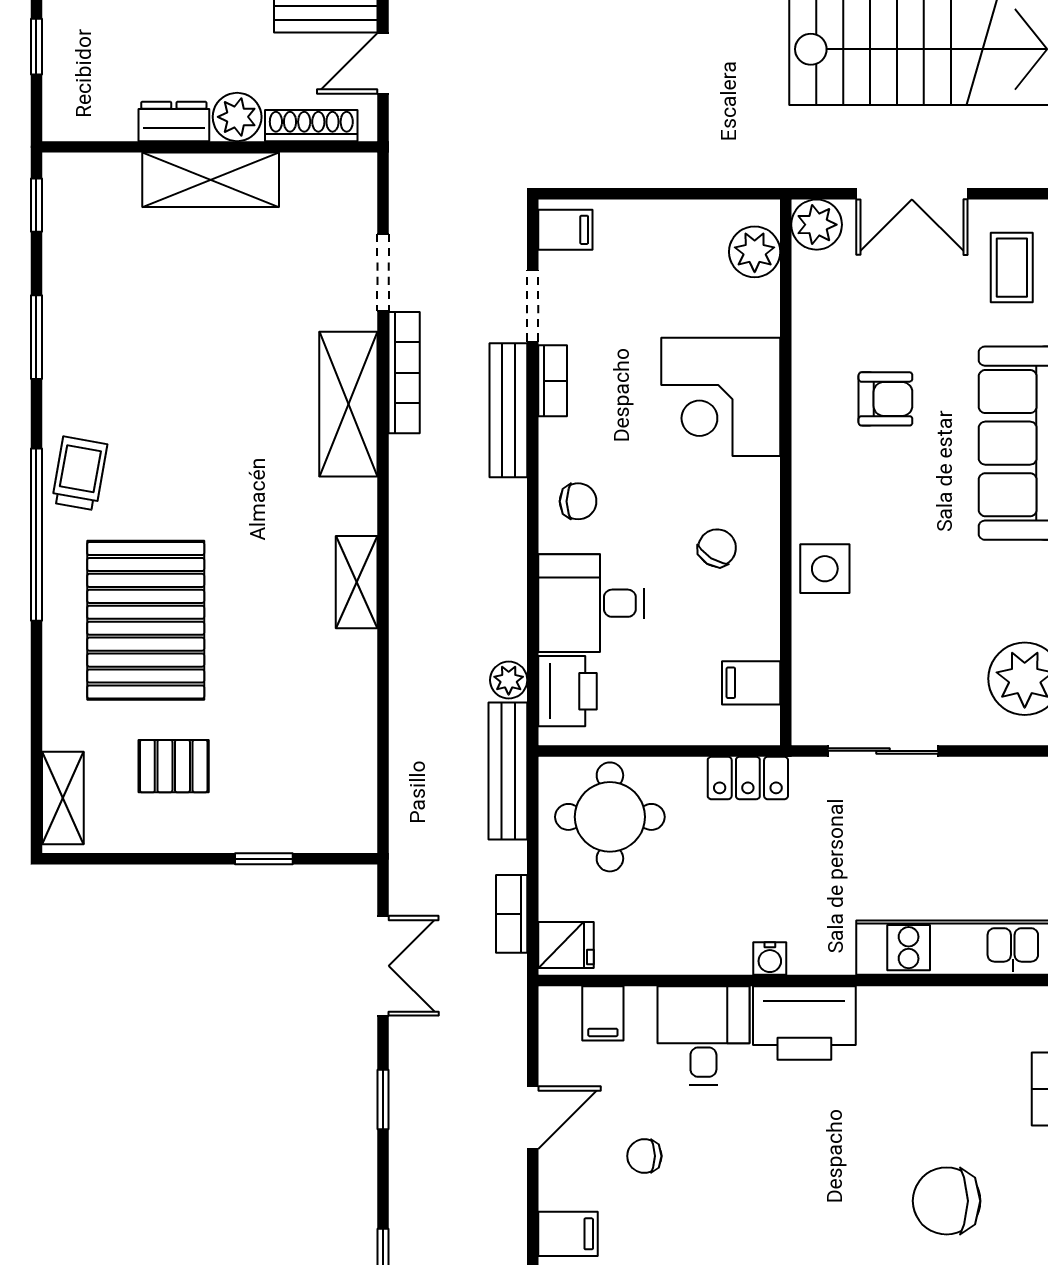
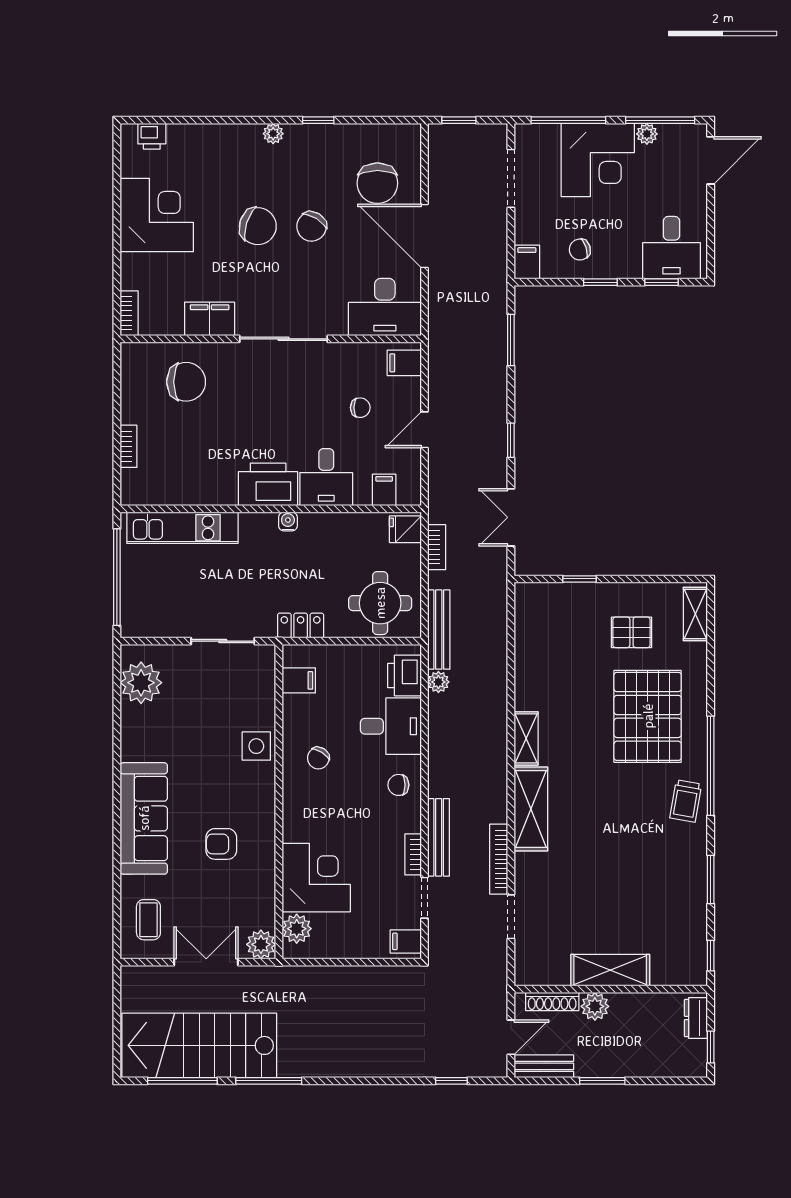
dresser: (174, 121) -> (696, 1018), moved, turned 90
corner desk: (721, 397) -> (316, 878), moved
shelving: (348, 404) -> (531, 809), moved

